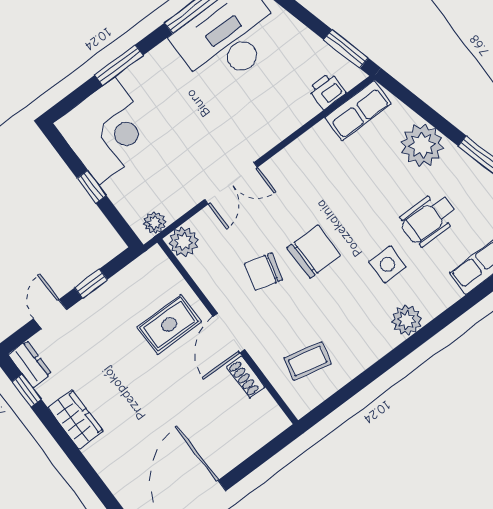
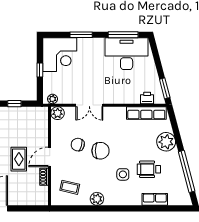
row of seats: (358, 111) -> (146, 113), width x1.48
plant: (407, 320) -> (97, 199), moved
rug: (169, 325) -> (19, 159), moved, turned 90

